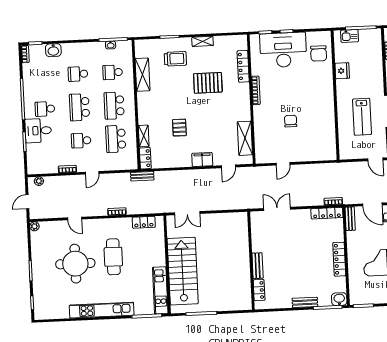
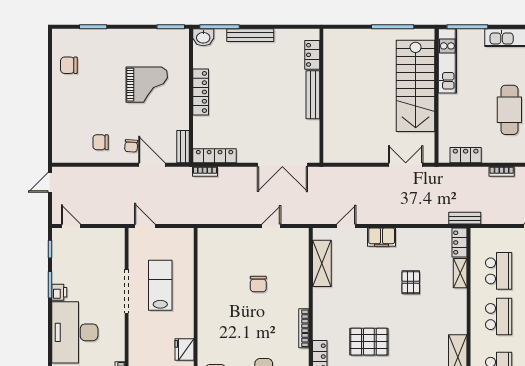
double door: (277, 209) -> (282, 165), width x1.37
bench: (258, 266) -> (313, 95), width x1.36
bench: (305, 302) -> (250, 35), width x1.36

